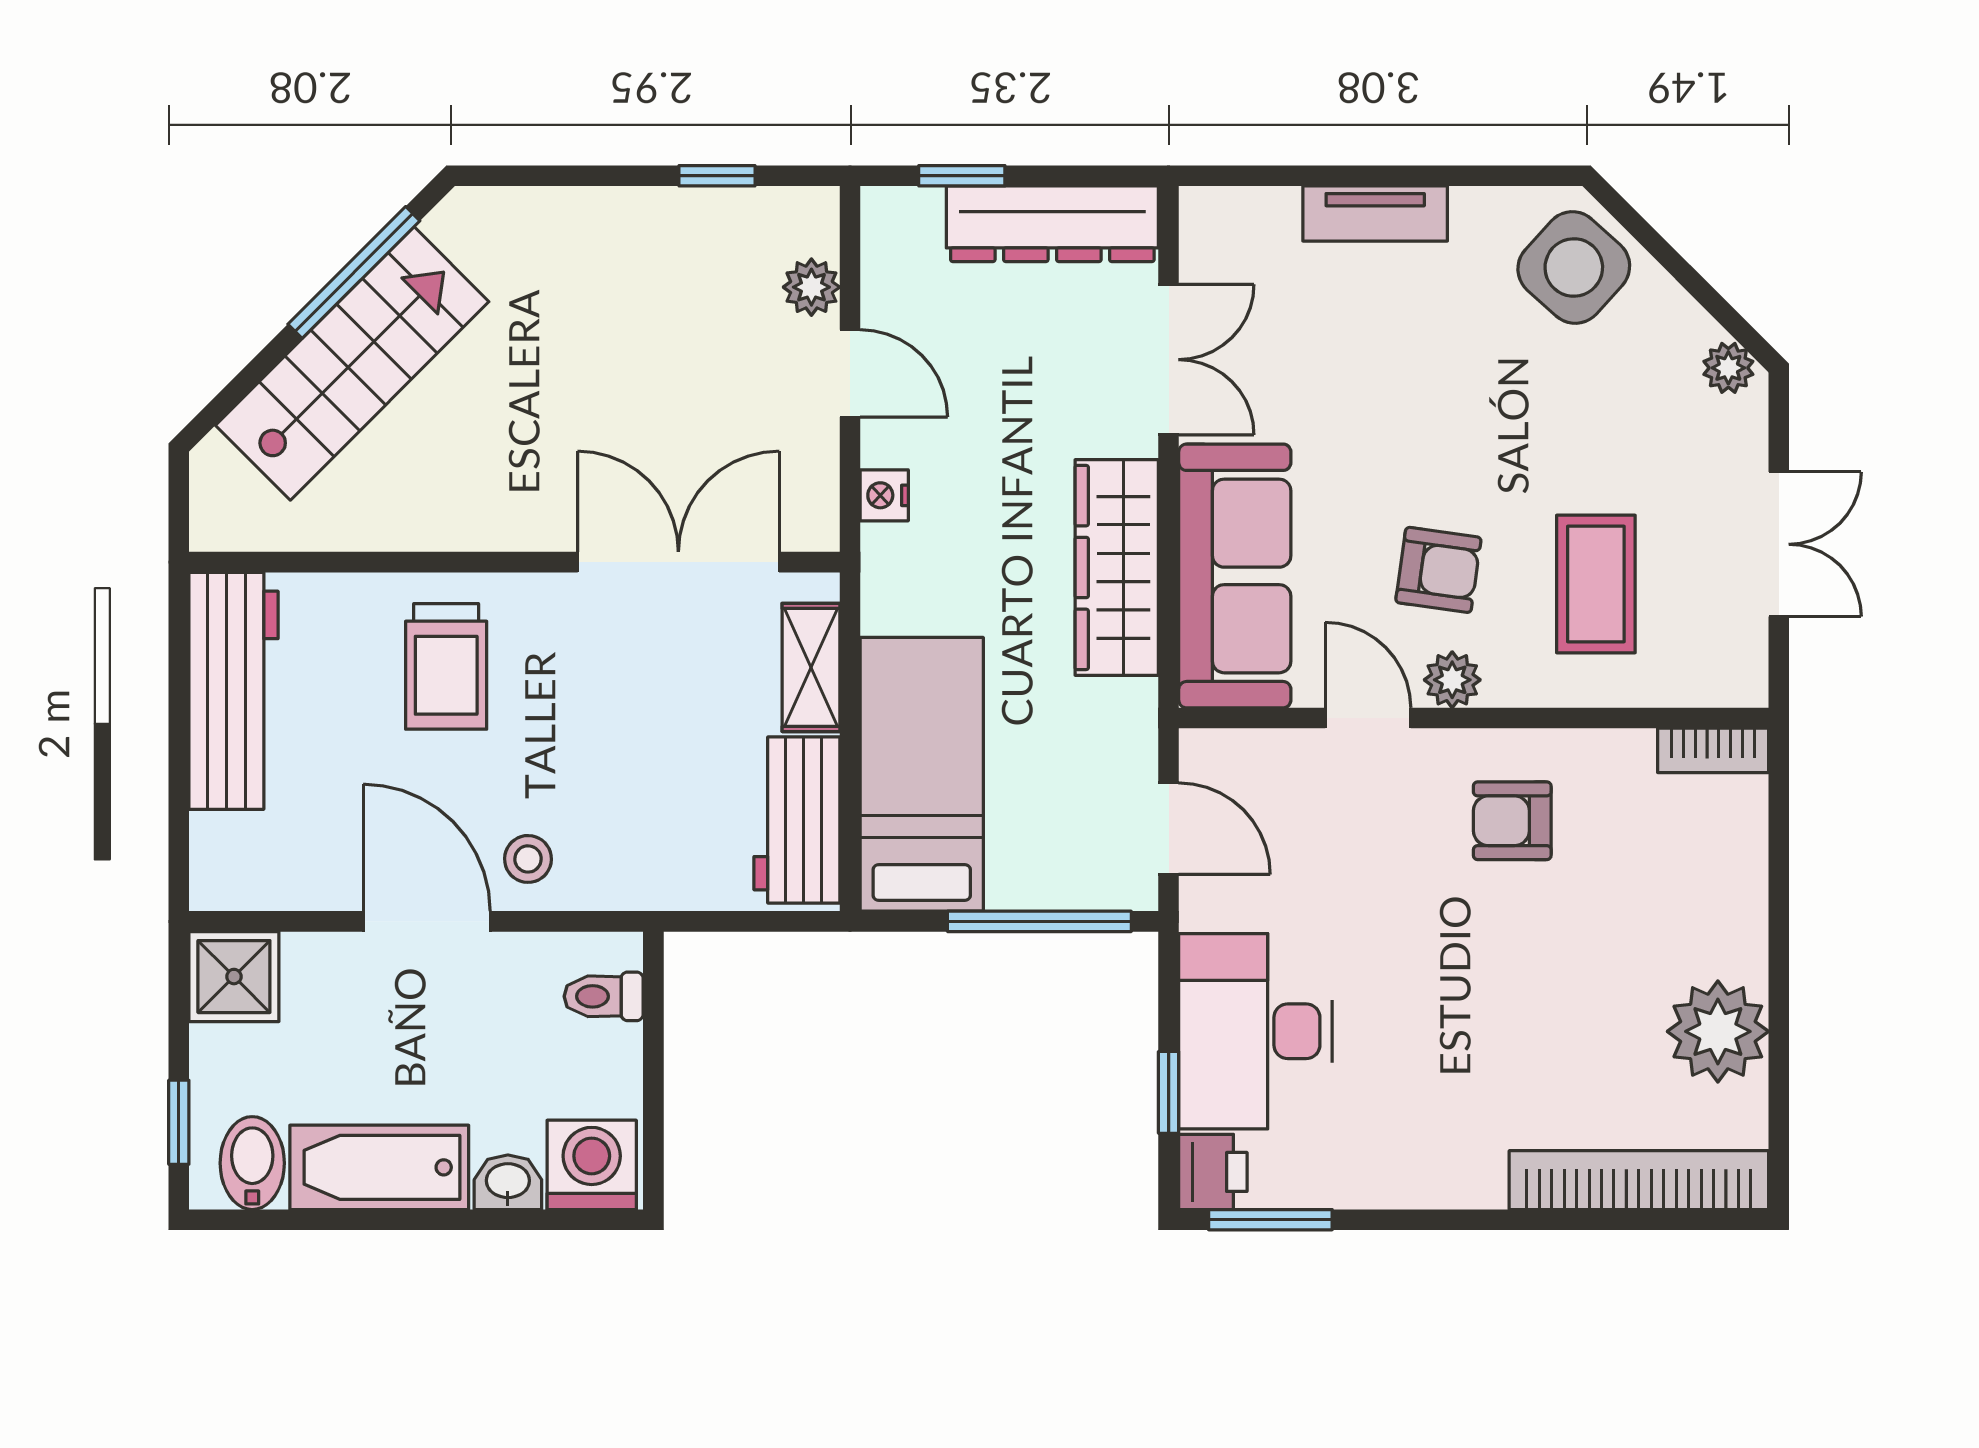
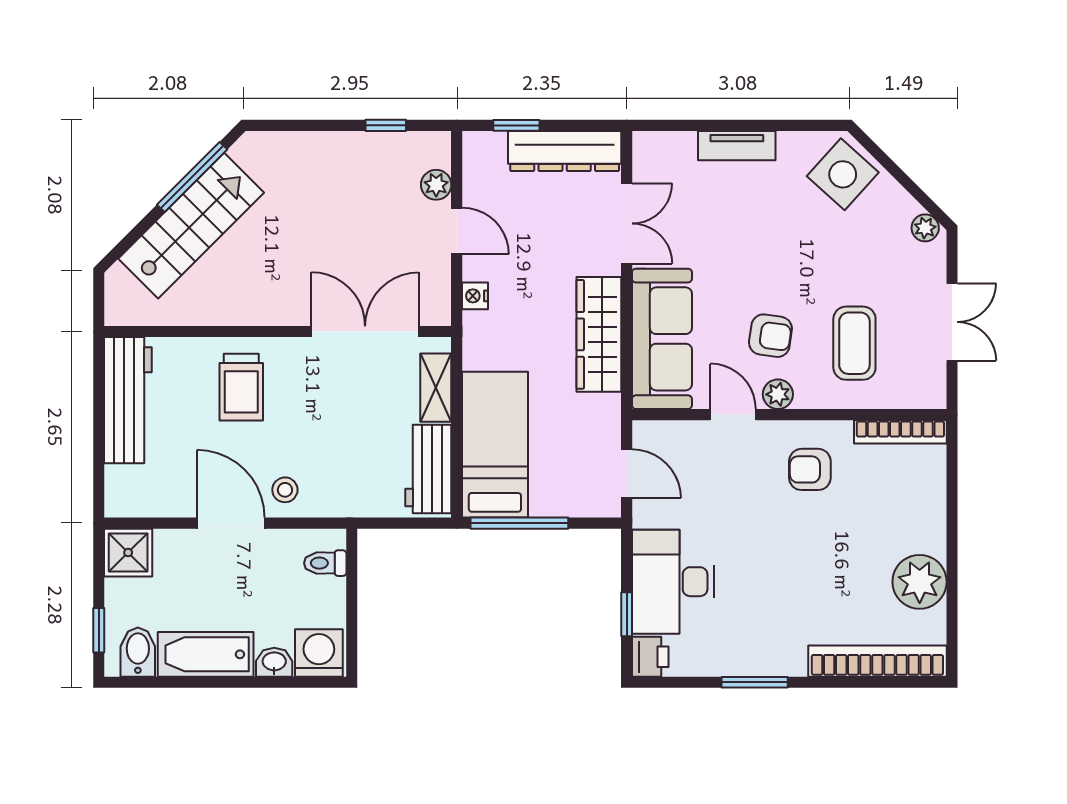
bookcase: (1713, 750) -> (900, 432), width x1.56
window: (1039, 921) -> (519, 523), moved
window: (1270, 1220) -> (755, 682), moved

